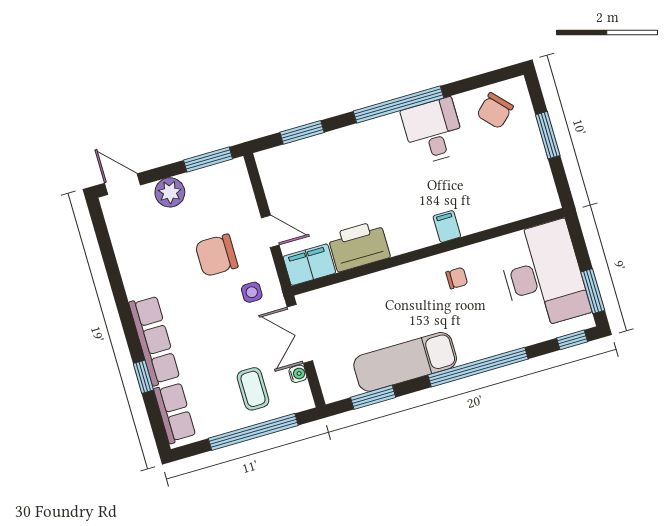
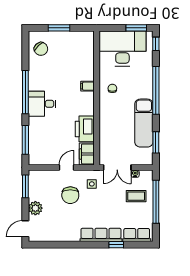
desk: (433, 131) -> (42, 104), moved
window: (302, 132) -> (25, 140), width x1.44

